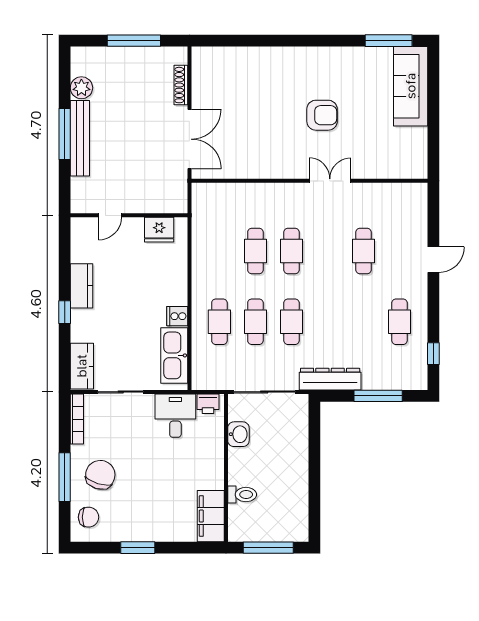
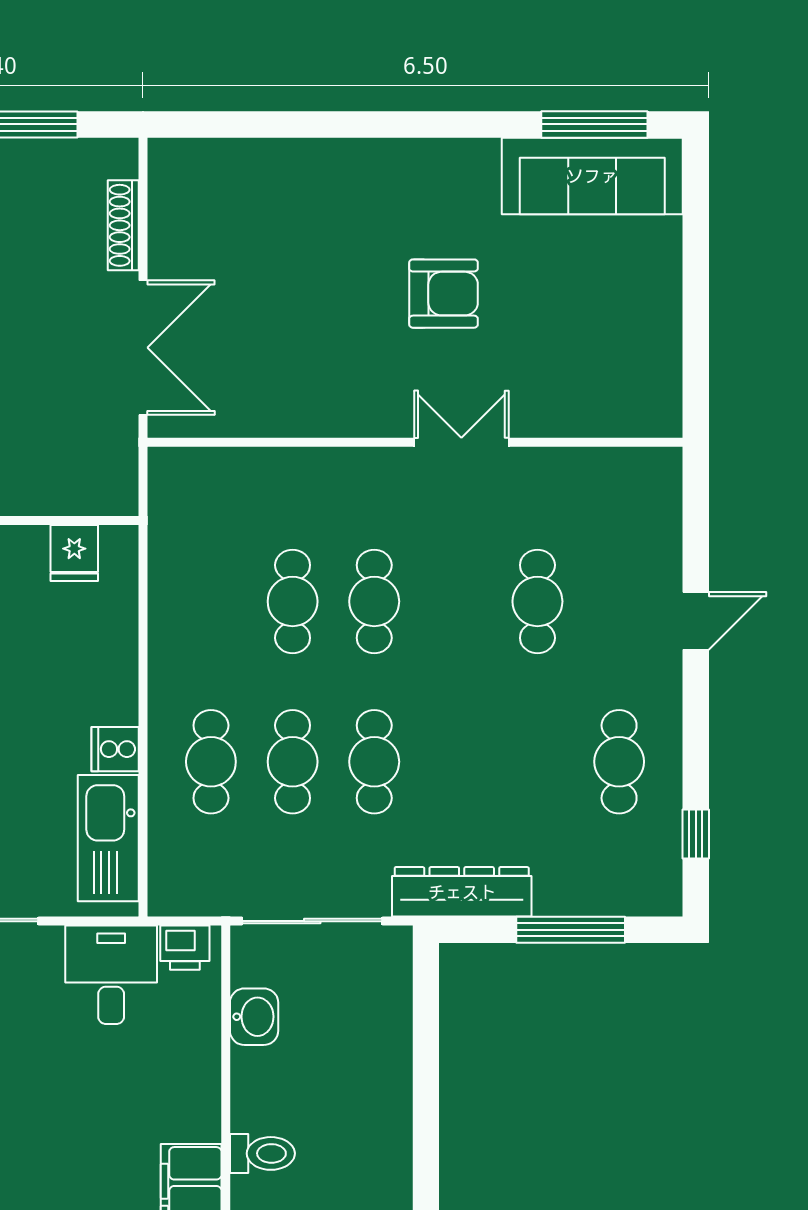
sofa: (411, 86) -> (592, 176), moved, turned -90
fridge: (159, 230) -> (74, 553), width x0.72

